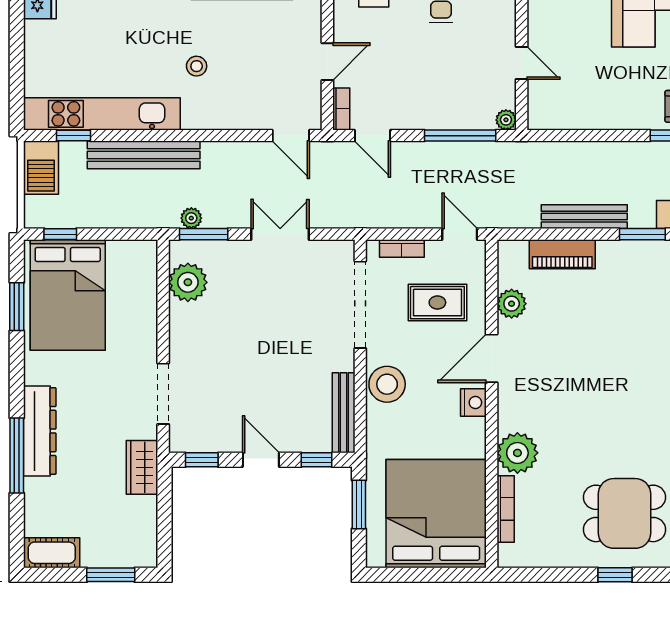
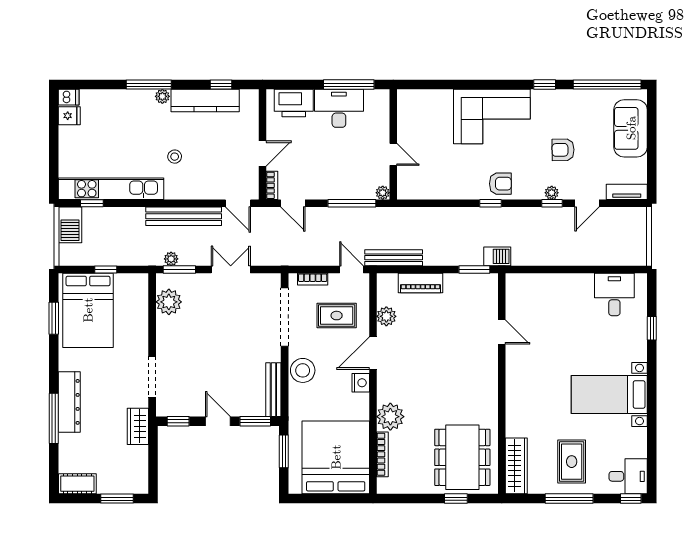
bench: (144, 155) -> (184, 216), moved
bench: (584, 217) -> (394, 258), moved
window: (60, 234) -> (106, 269), moved
window: (316, 460) -> (255, 421), width x1.50
dining table: (624, 513) -> (462, 457), width x1.37

